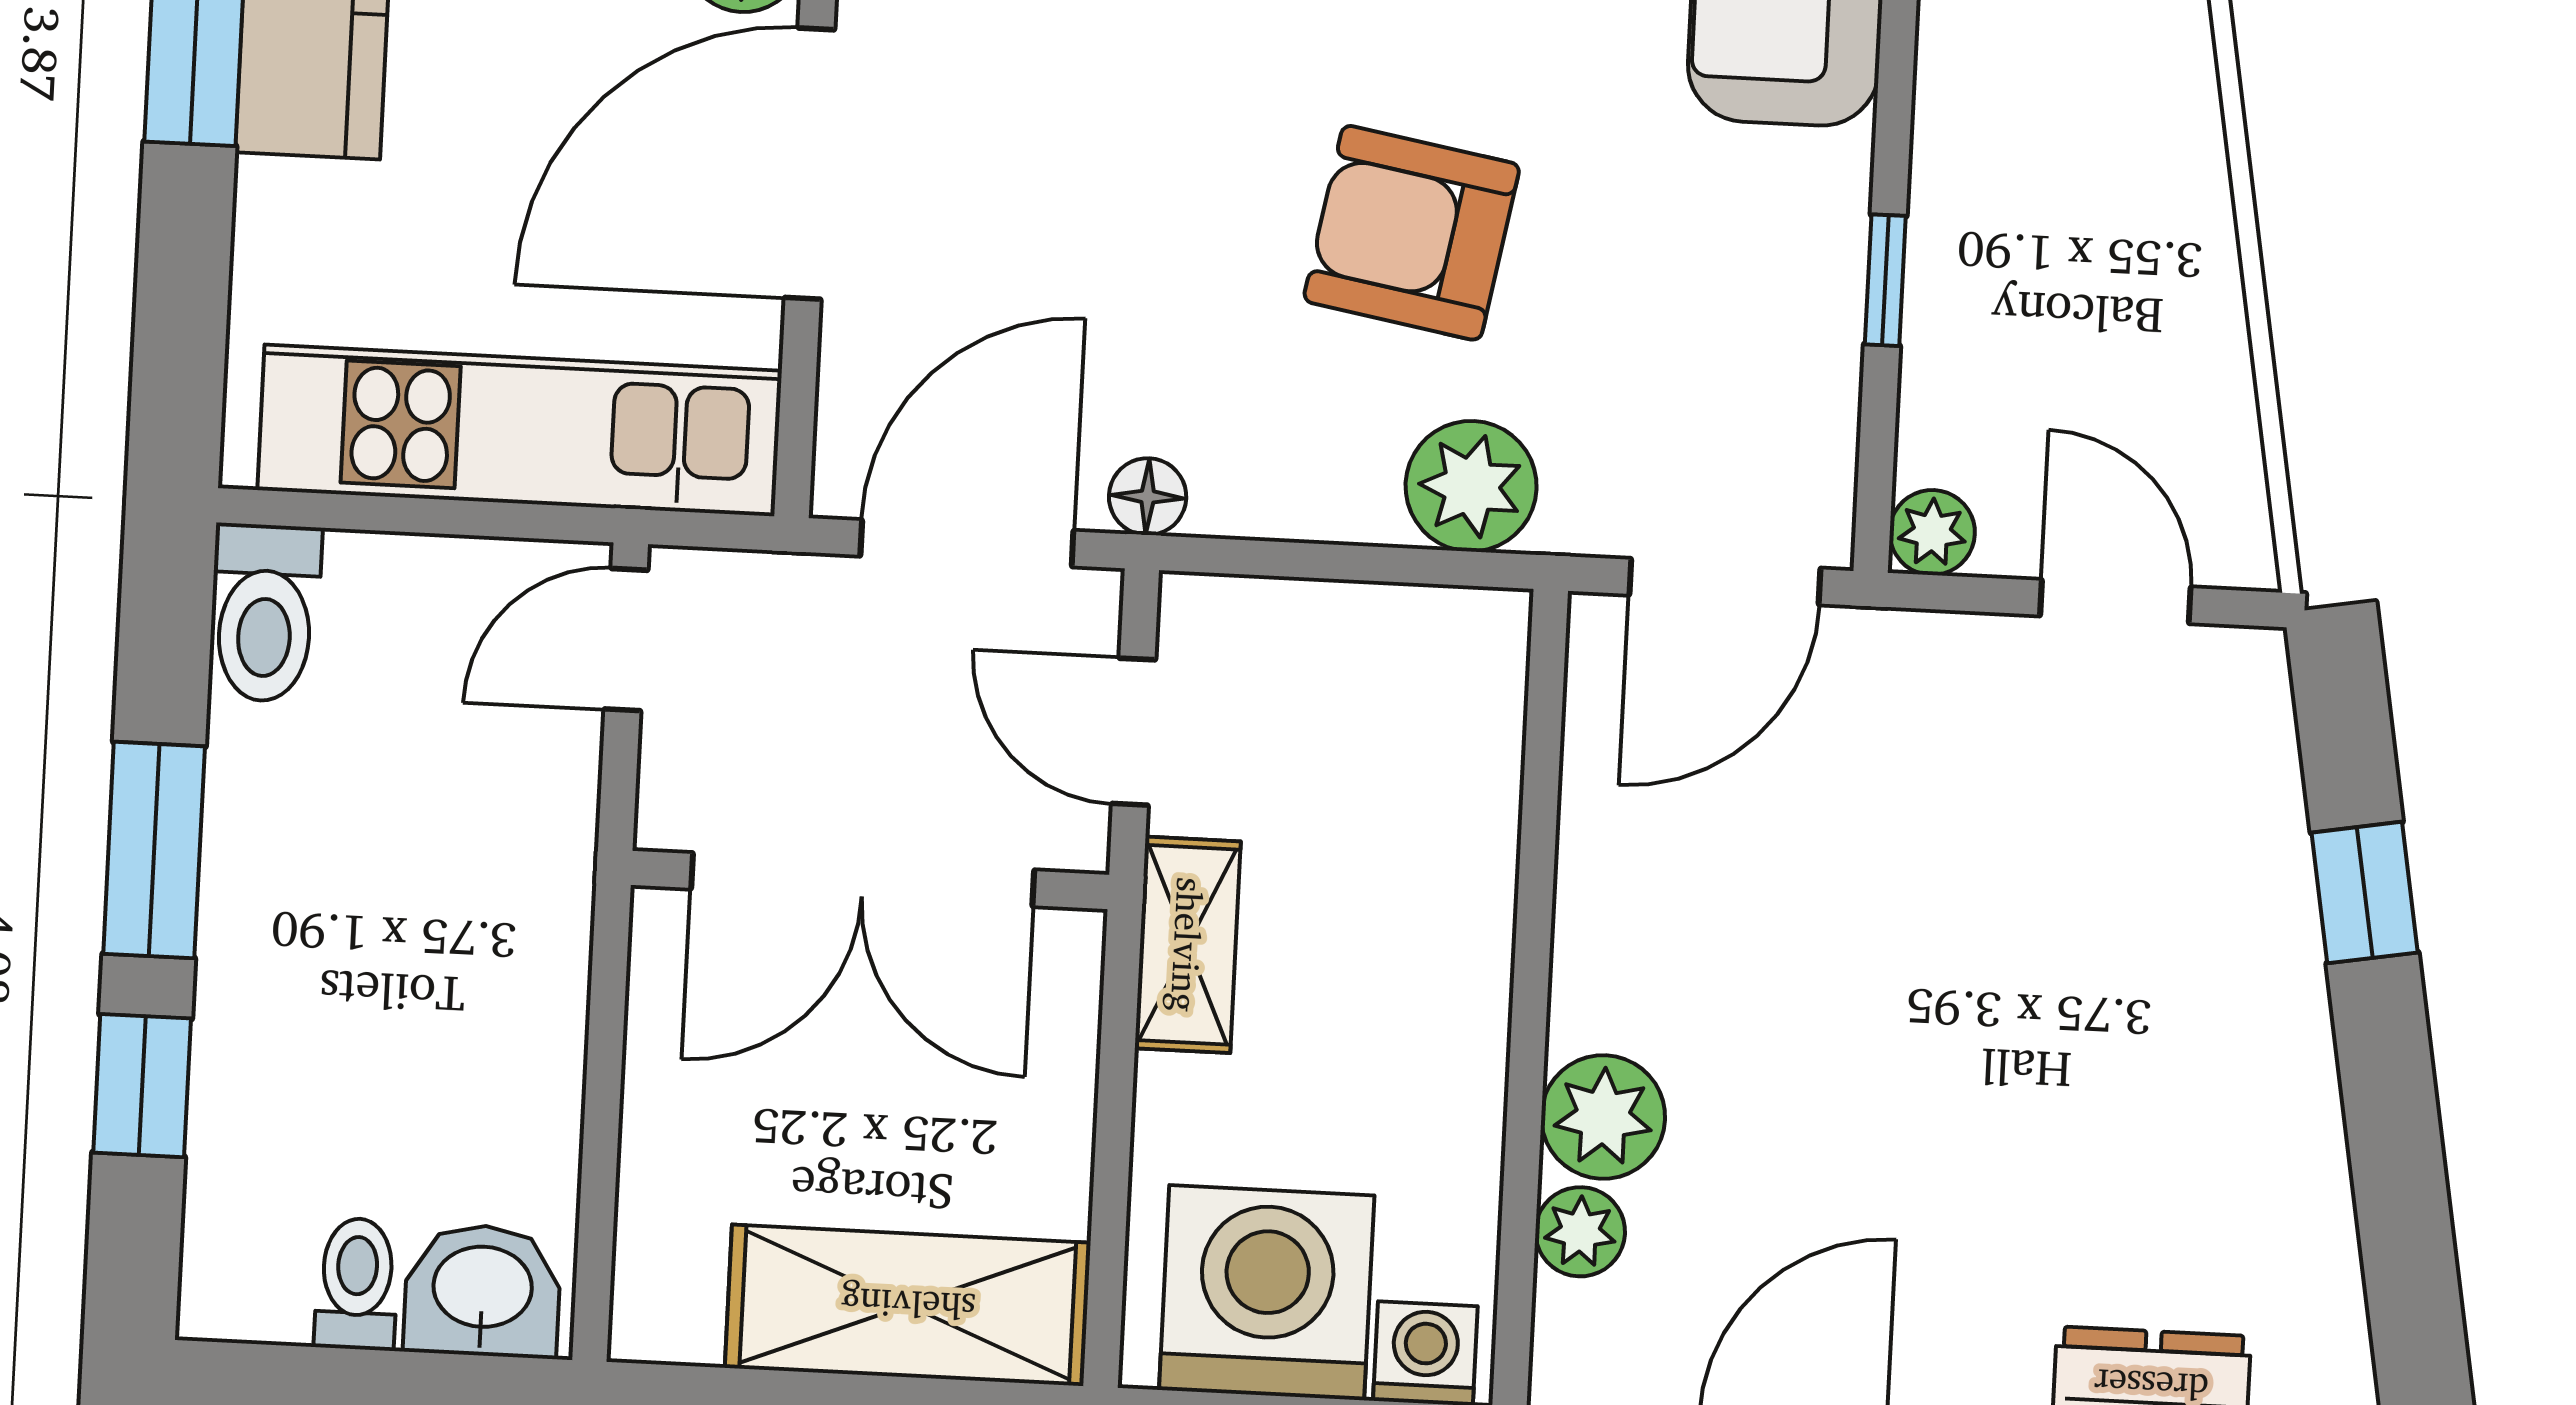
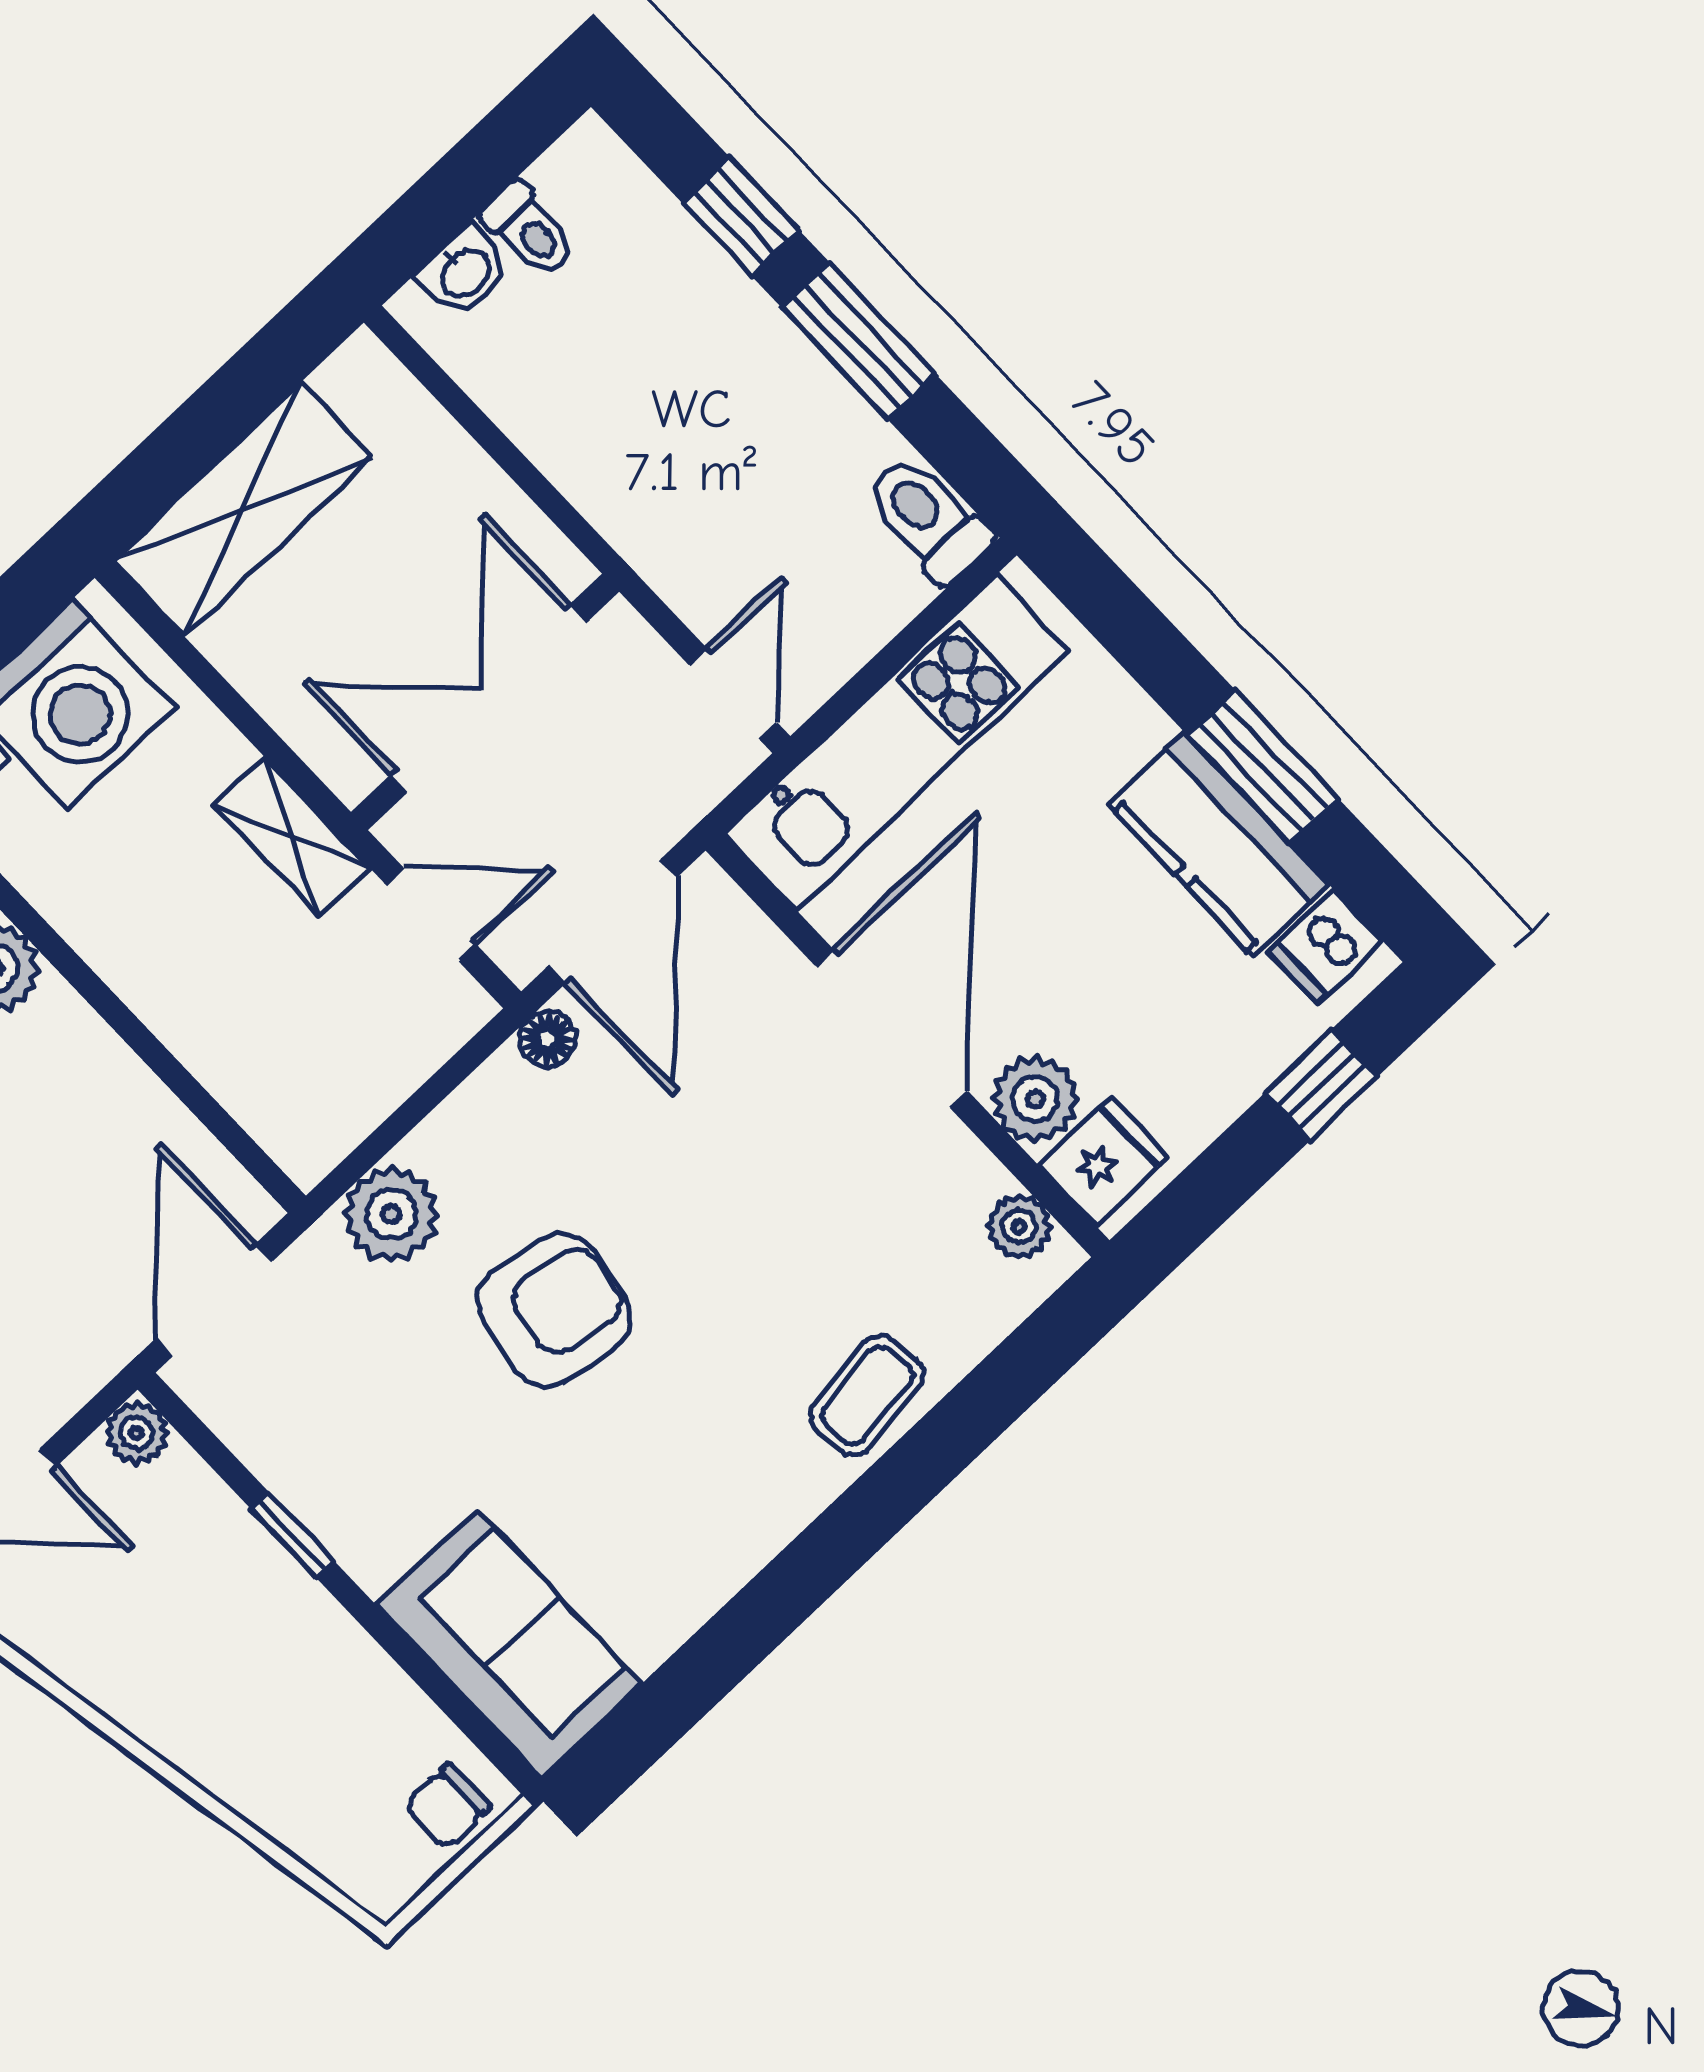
washbasin: (482, 1291) -> (464, 272), width x0.72, depth x0.69

